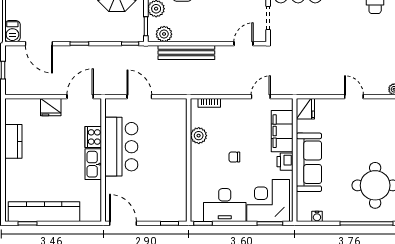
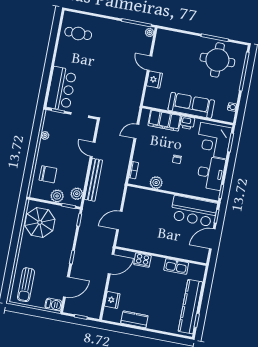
door: (244, 44) -> (93, 149), moved
door: (80, 97) -> (111, 264), swing flipped
door: (261, 97) -> (136, 131), hinge flipped
door: (354, 97) -> (149, 63), hinge flipped
fridge: (51, 107) -> (112, 300), moved
fridge: (305, 109) -> (154, 80), moved, turned 90
bar counter: (121, 147) -> (194, 211), moved, turned 180
kitchen sink: (93, 164) -> (176, 266), moved
door: (123, 223) -> (212, 239), moved

